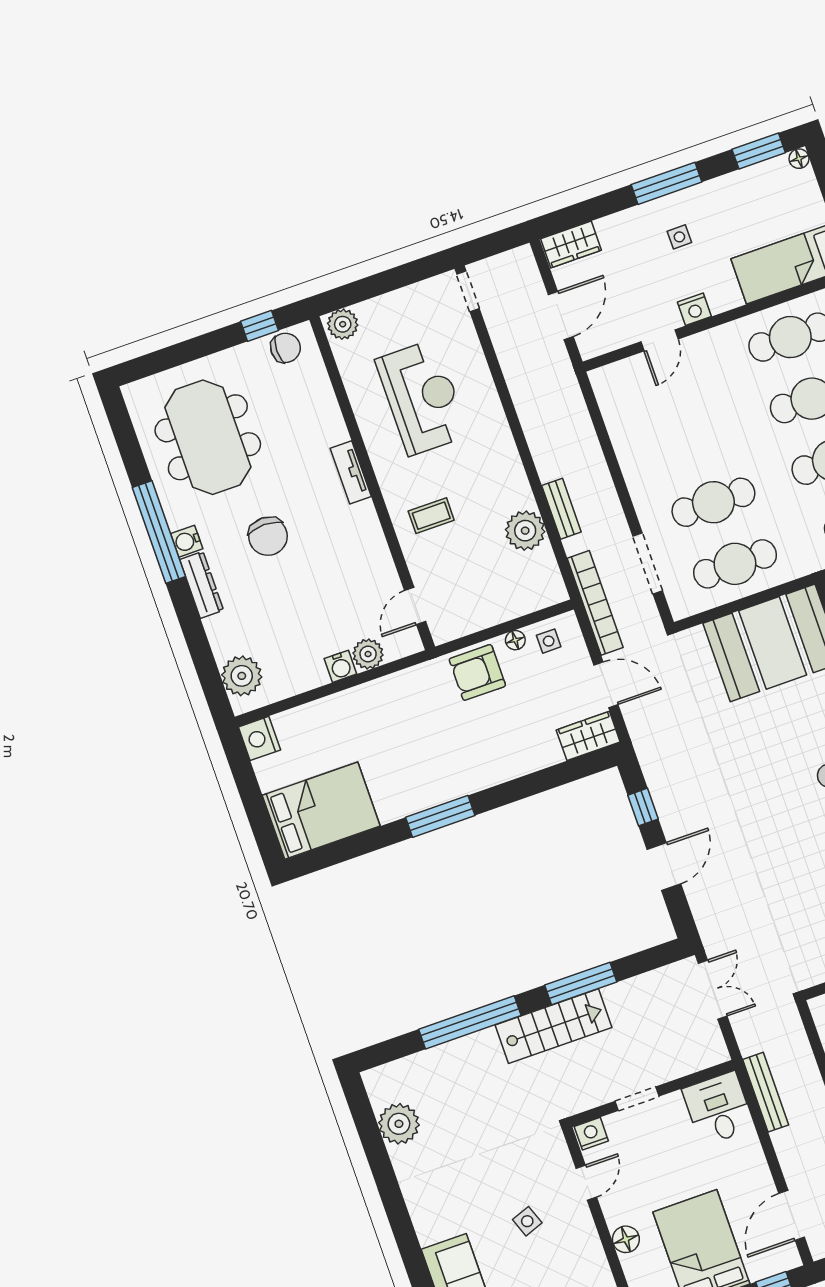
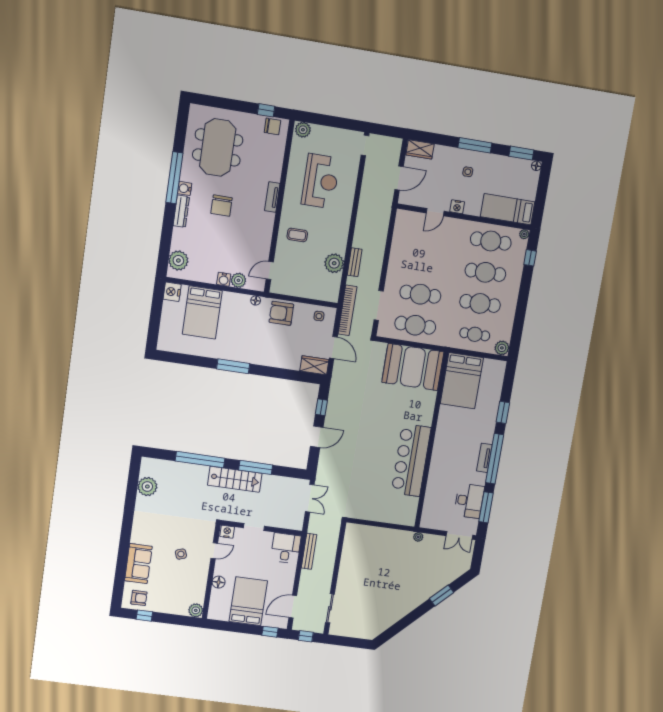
floor lamp: (515, 640) -> (256, 300), moved
bed: (321, 811) -> (202, 312), moved, turned 90

